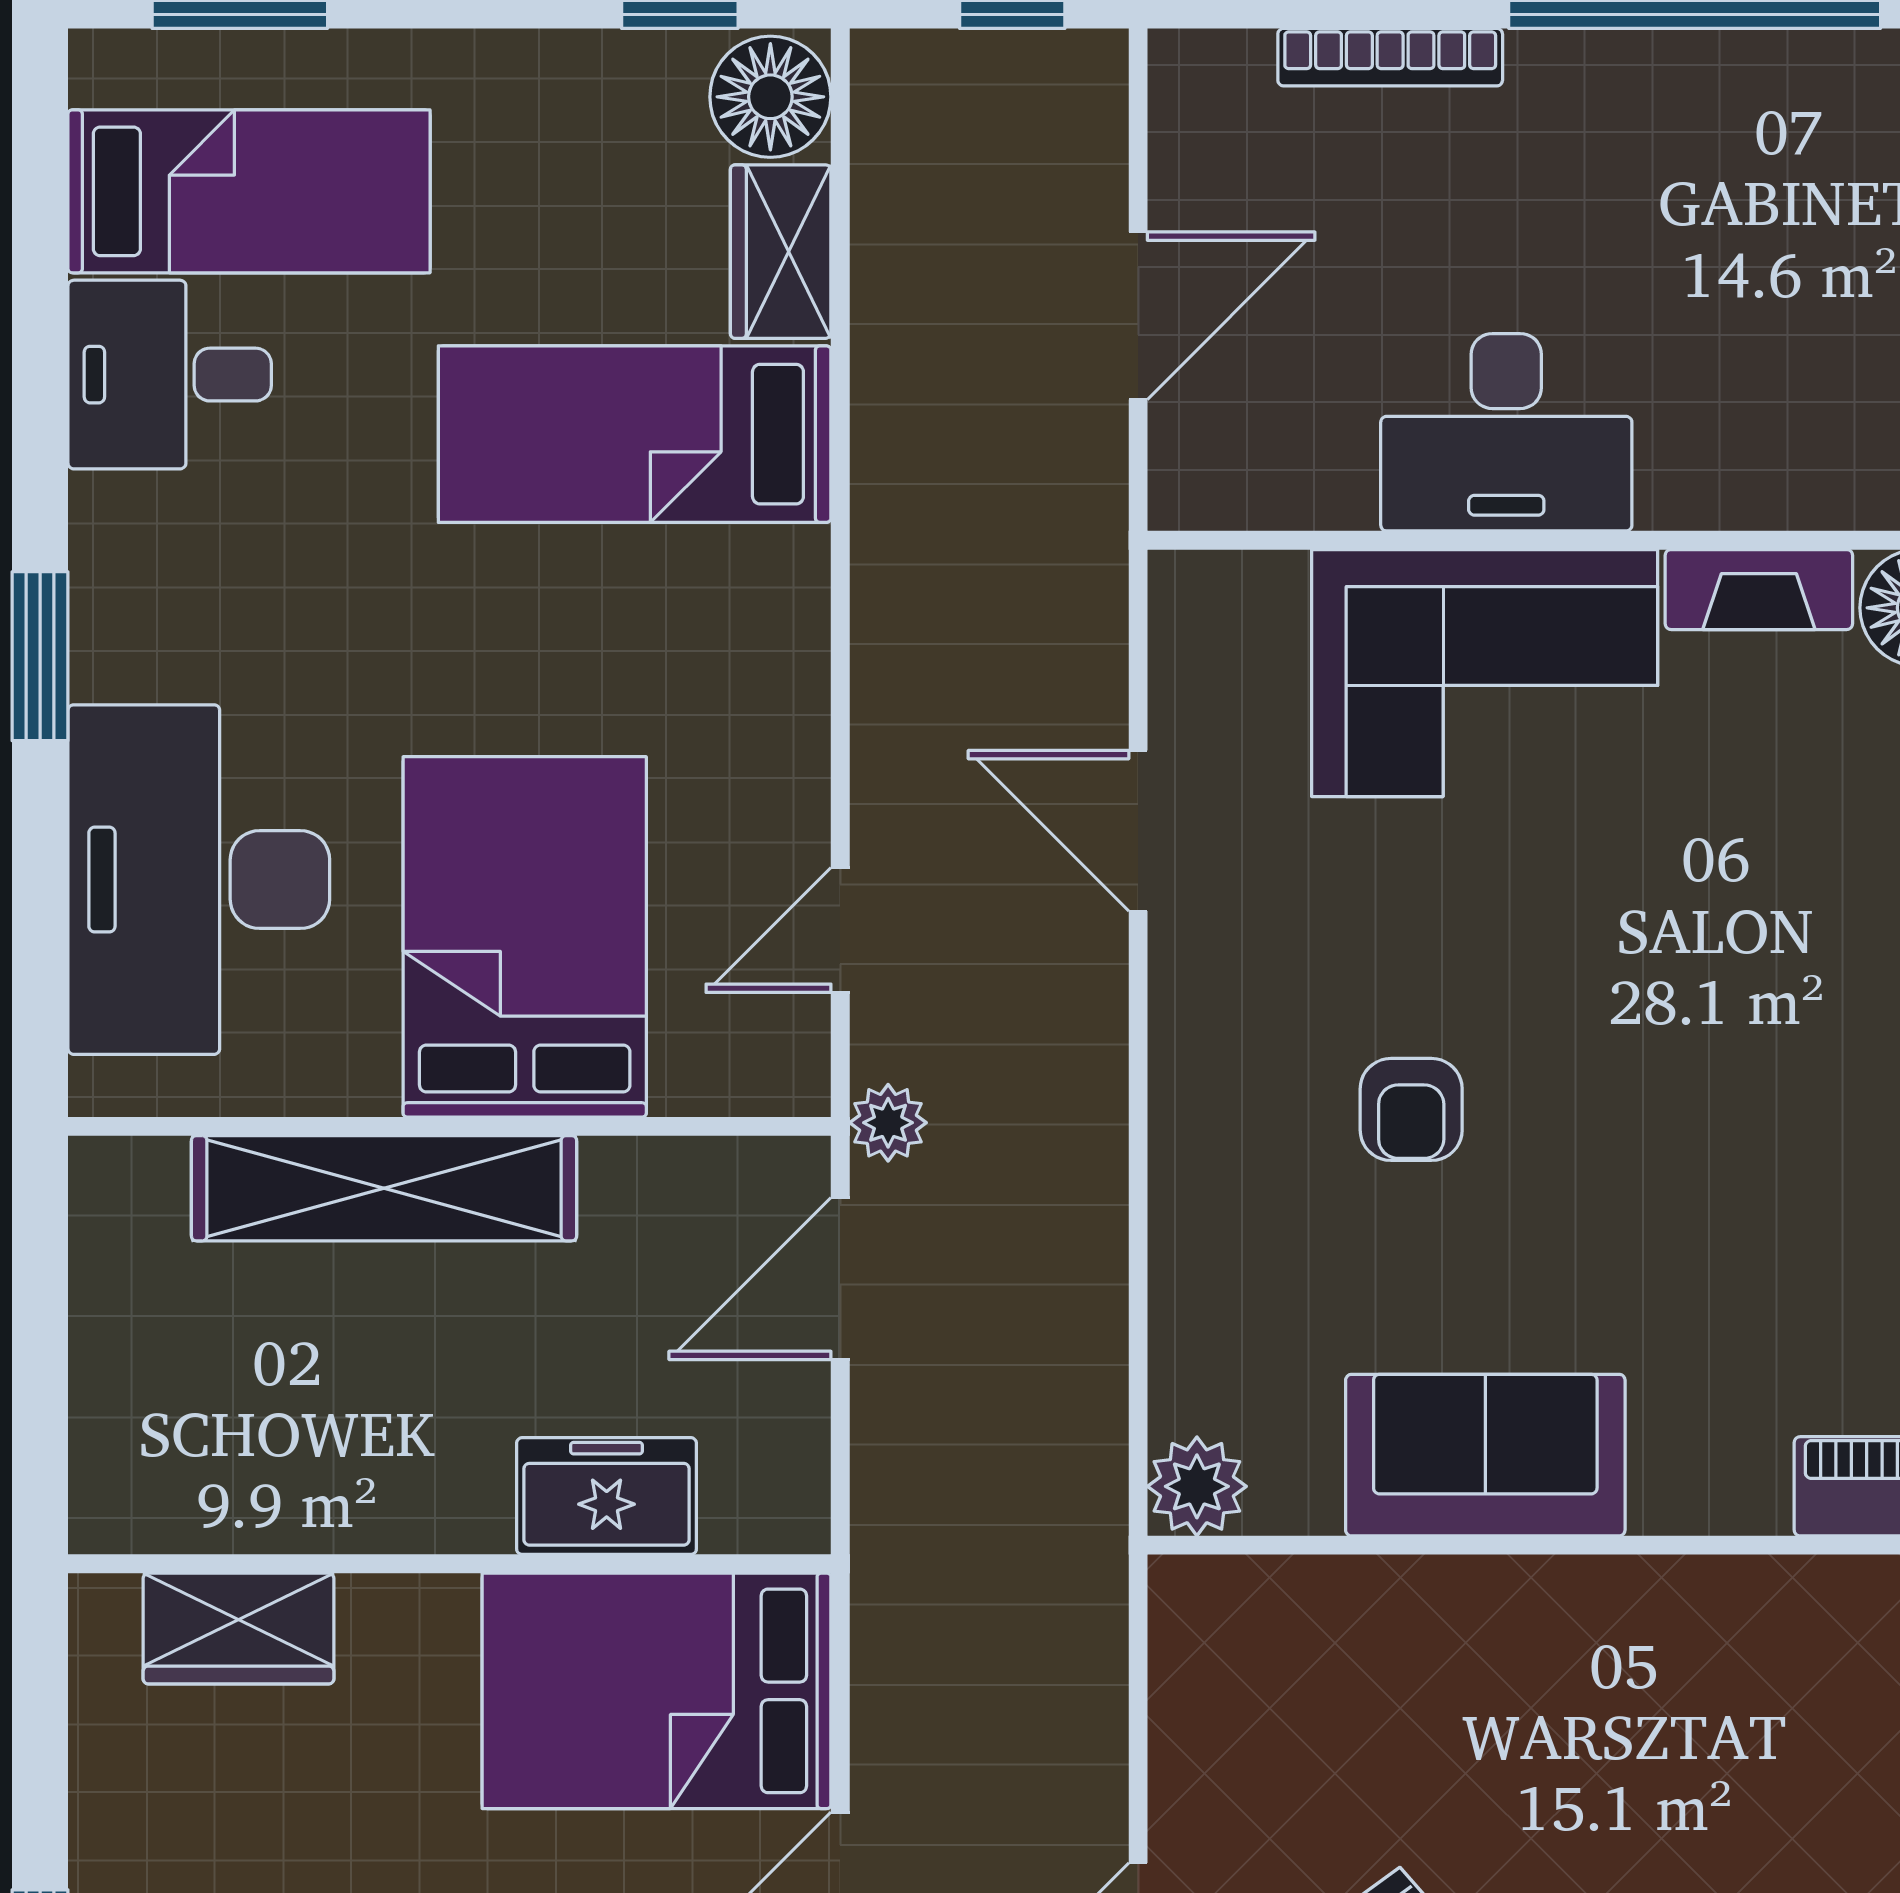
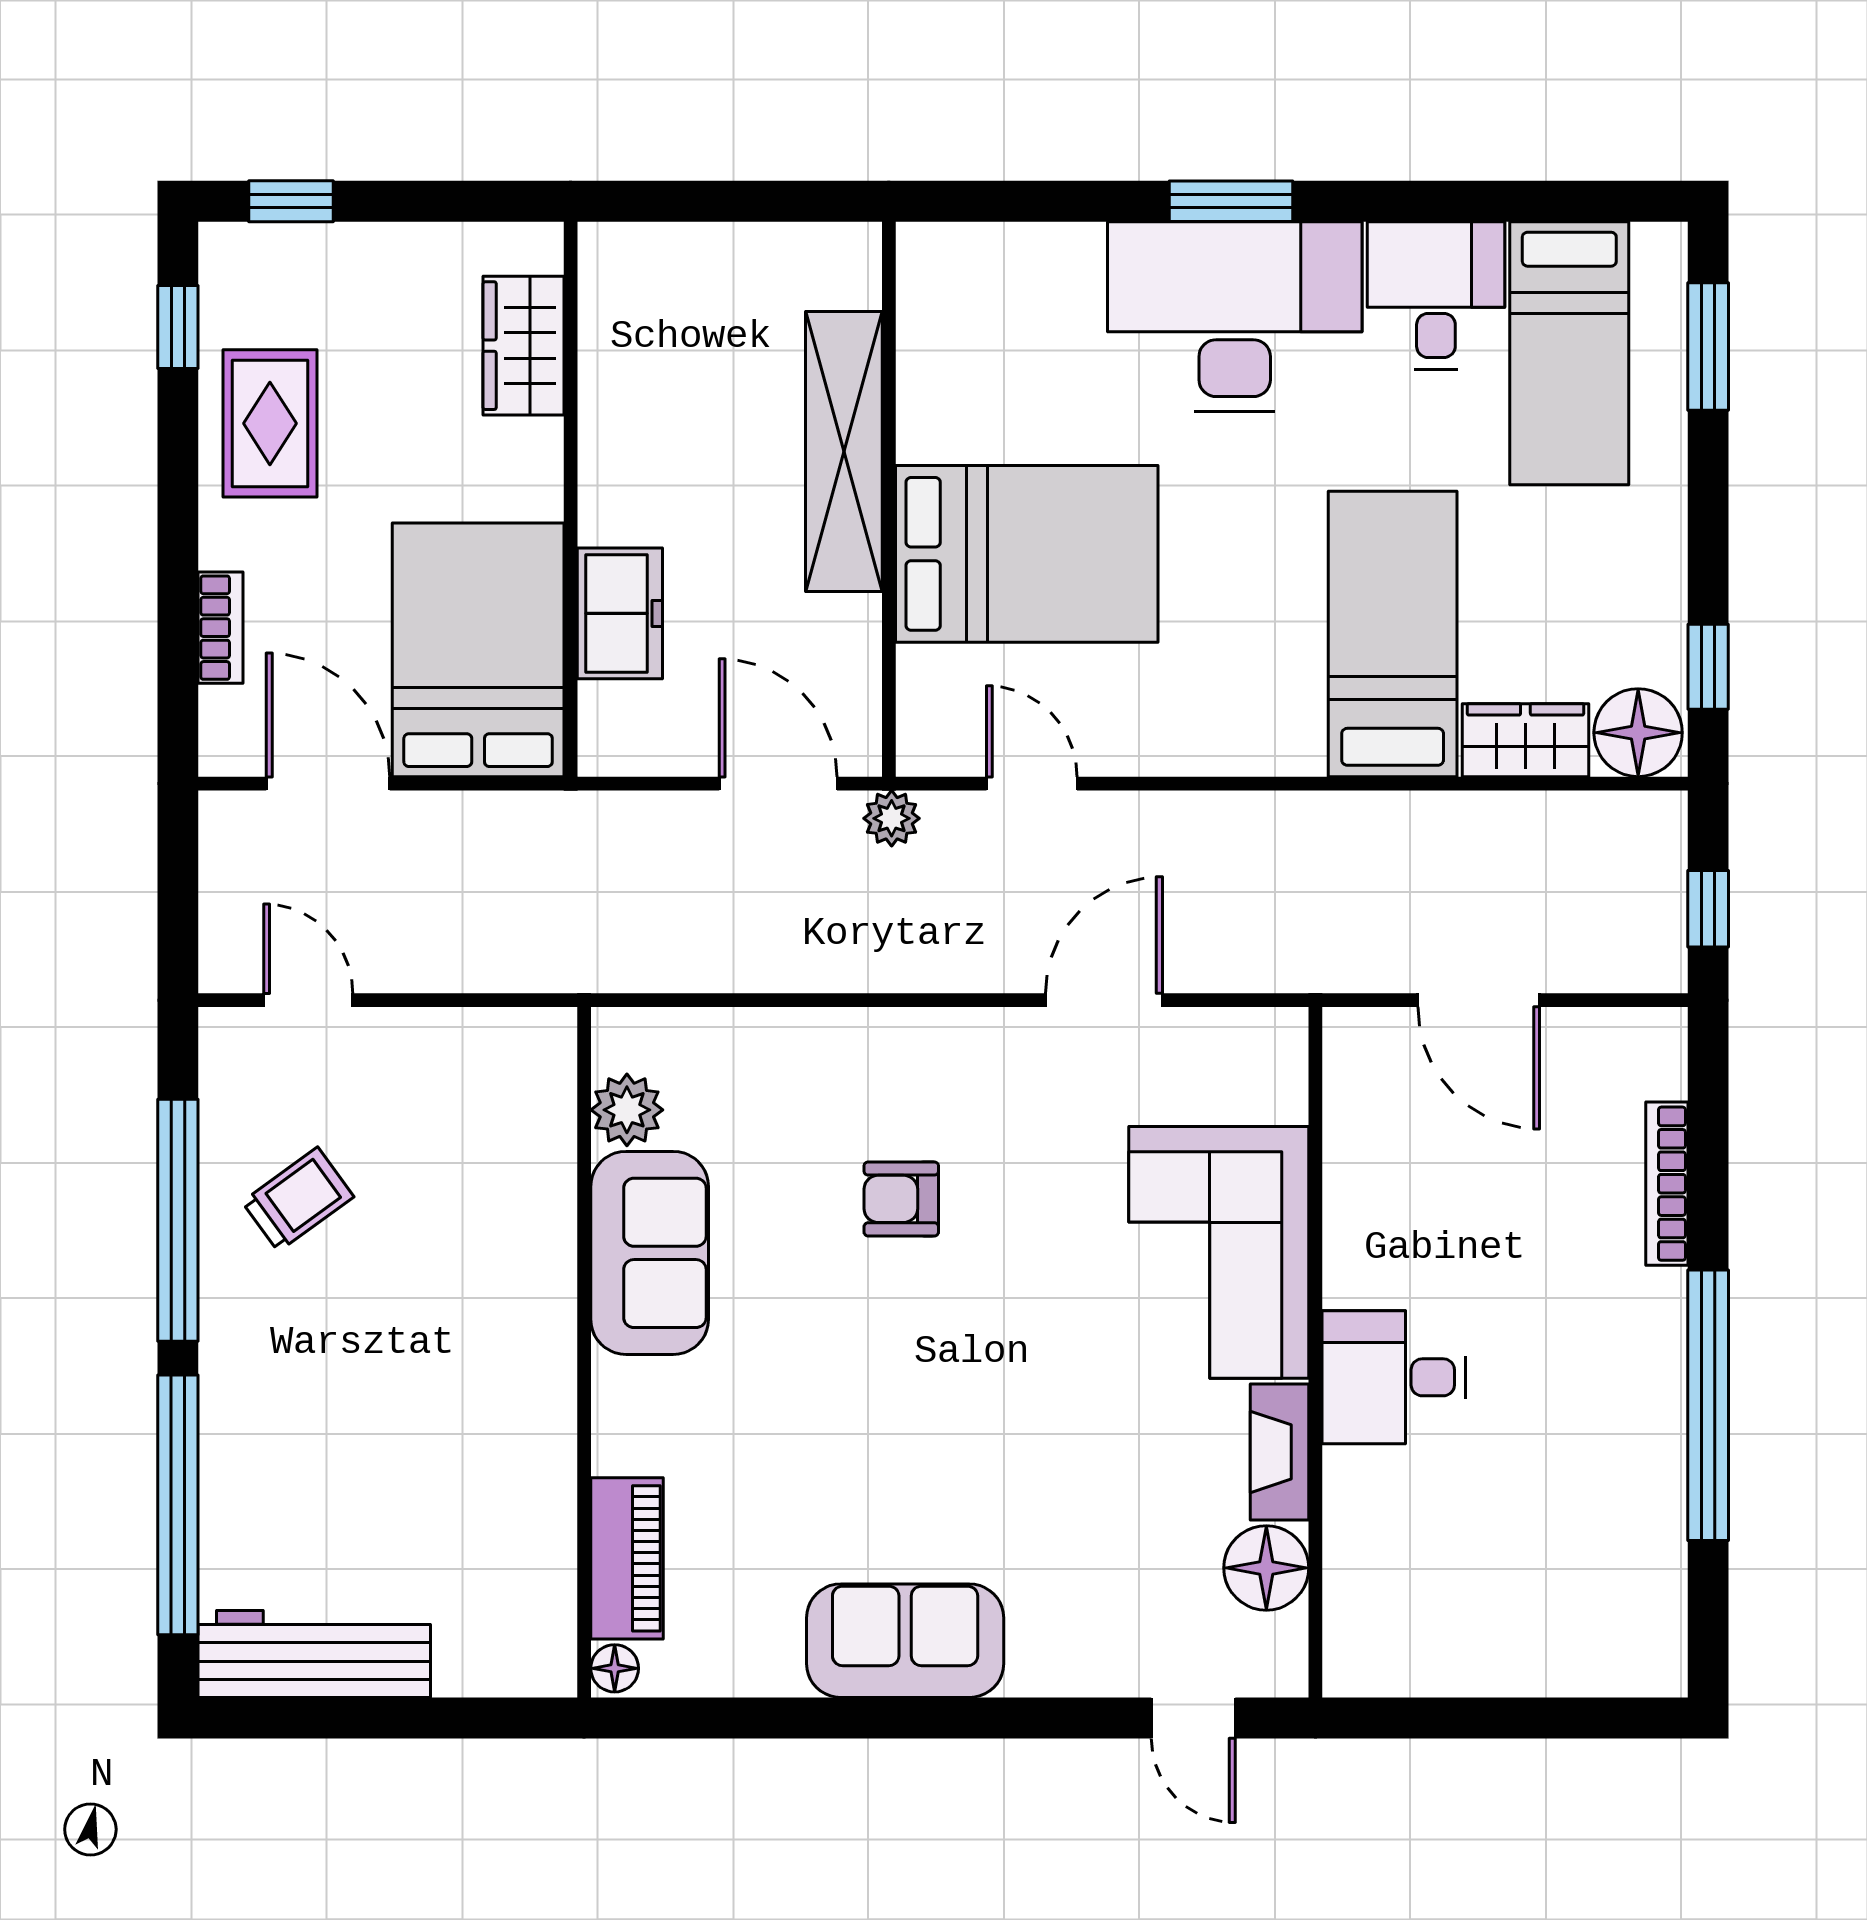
desk: (1506, 432) -> (1394, 1377), moved, width x0.73
desk: (199, 880) -> (1235, 317), moved
plant: (1197, 1486) -> (627, 1110), moved

